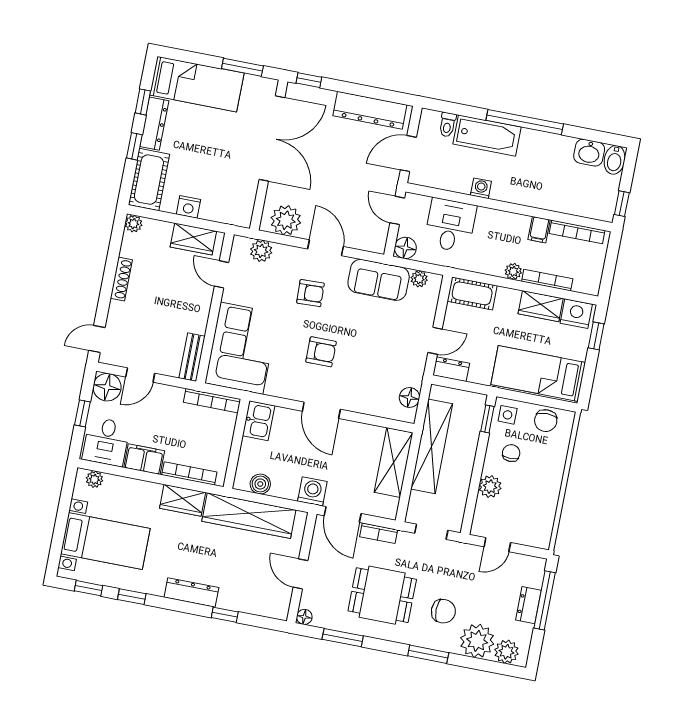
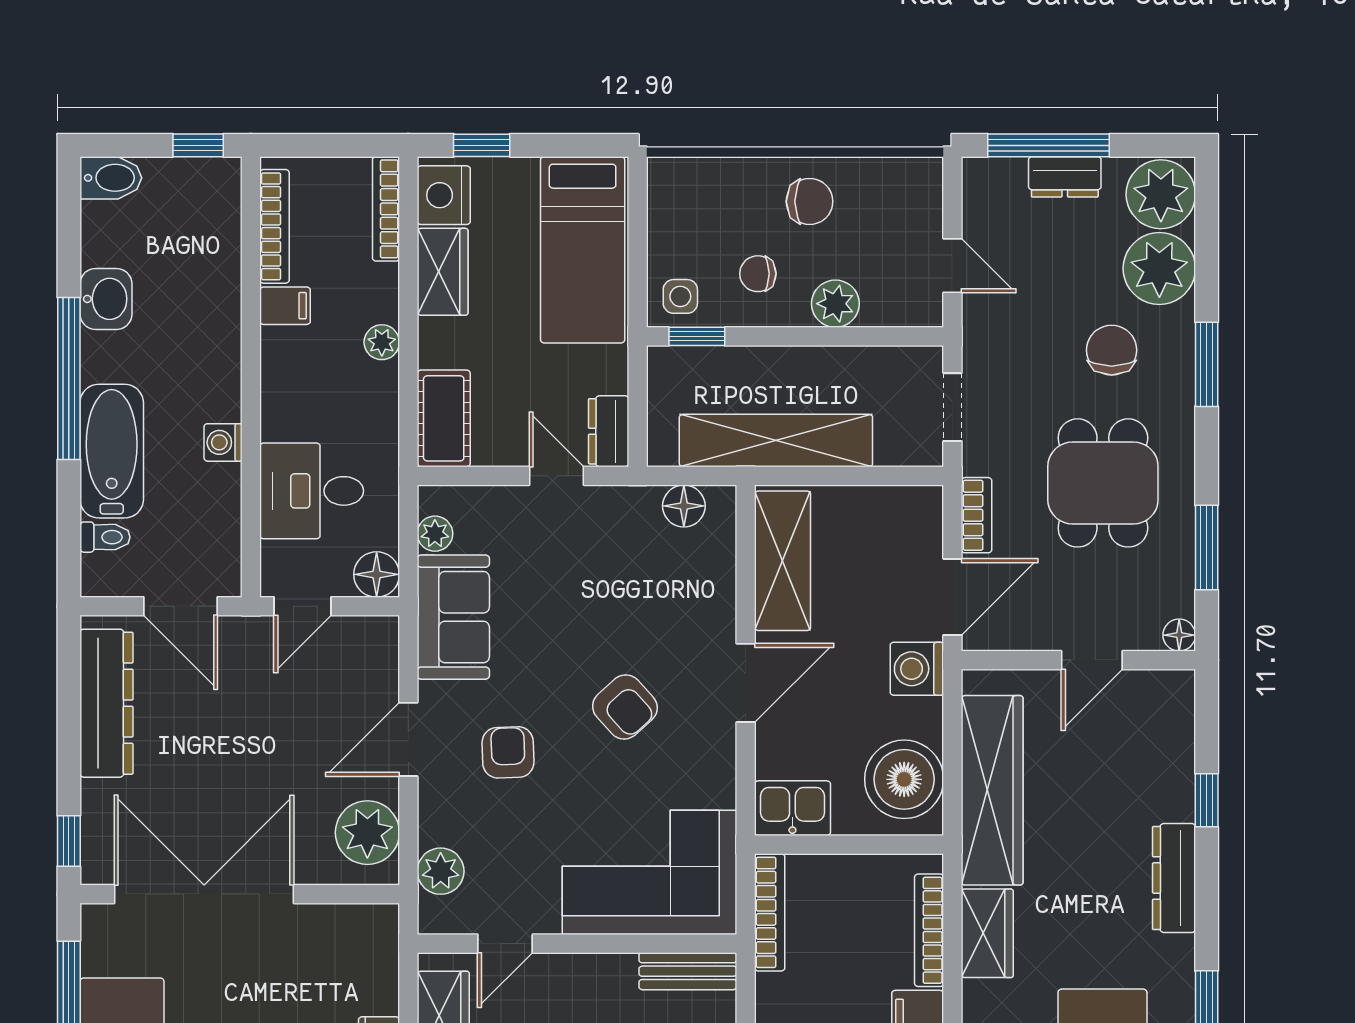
washbasin: (589, 153) -> (106, 299), moved
bookcase: (547, 280) -> (386, 209), moved
armchair: (321, 352) -> (625, 707), turned 138
chair: (546, 421) -> (810, 201), moved
shelving: (394, 462) -> (783, 561), moved, turned 90
boiler: (260, 484) -> (904, 779), width x1.86, depth x1.86
plant: (506, 652) -> (1161, 194), width x1.36, depth x1.36

